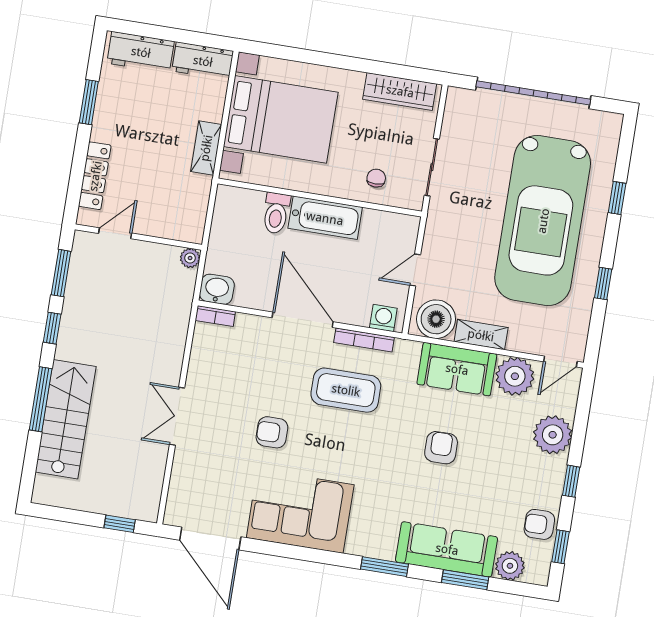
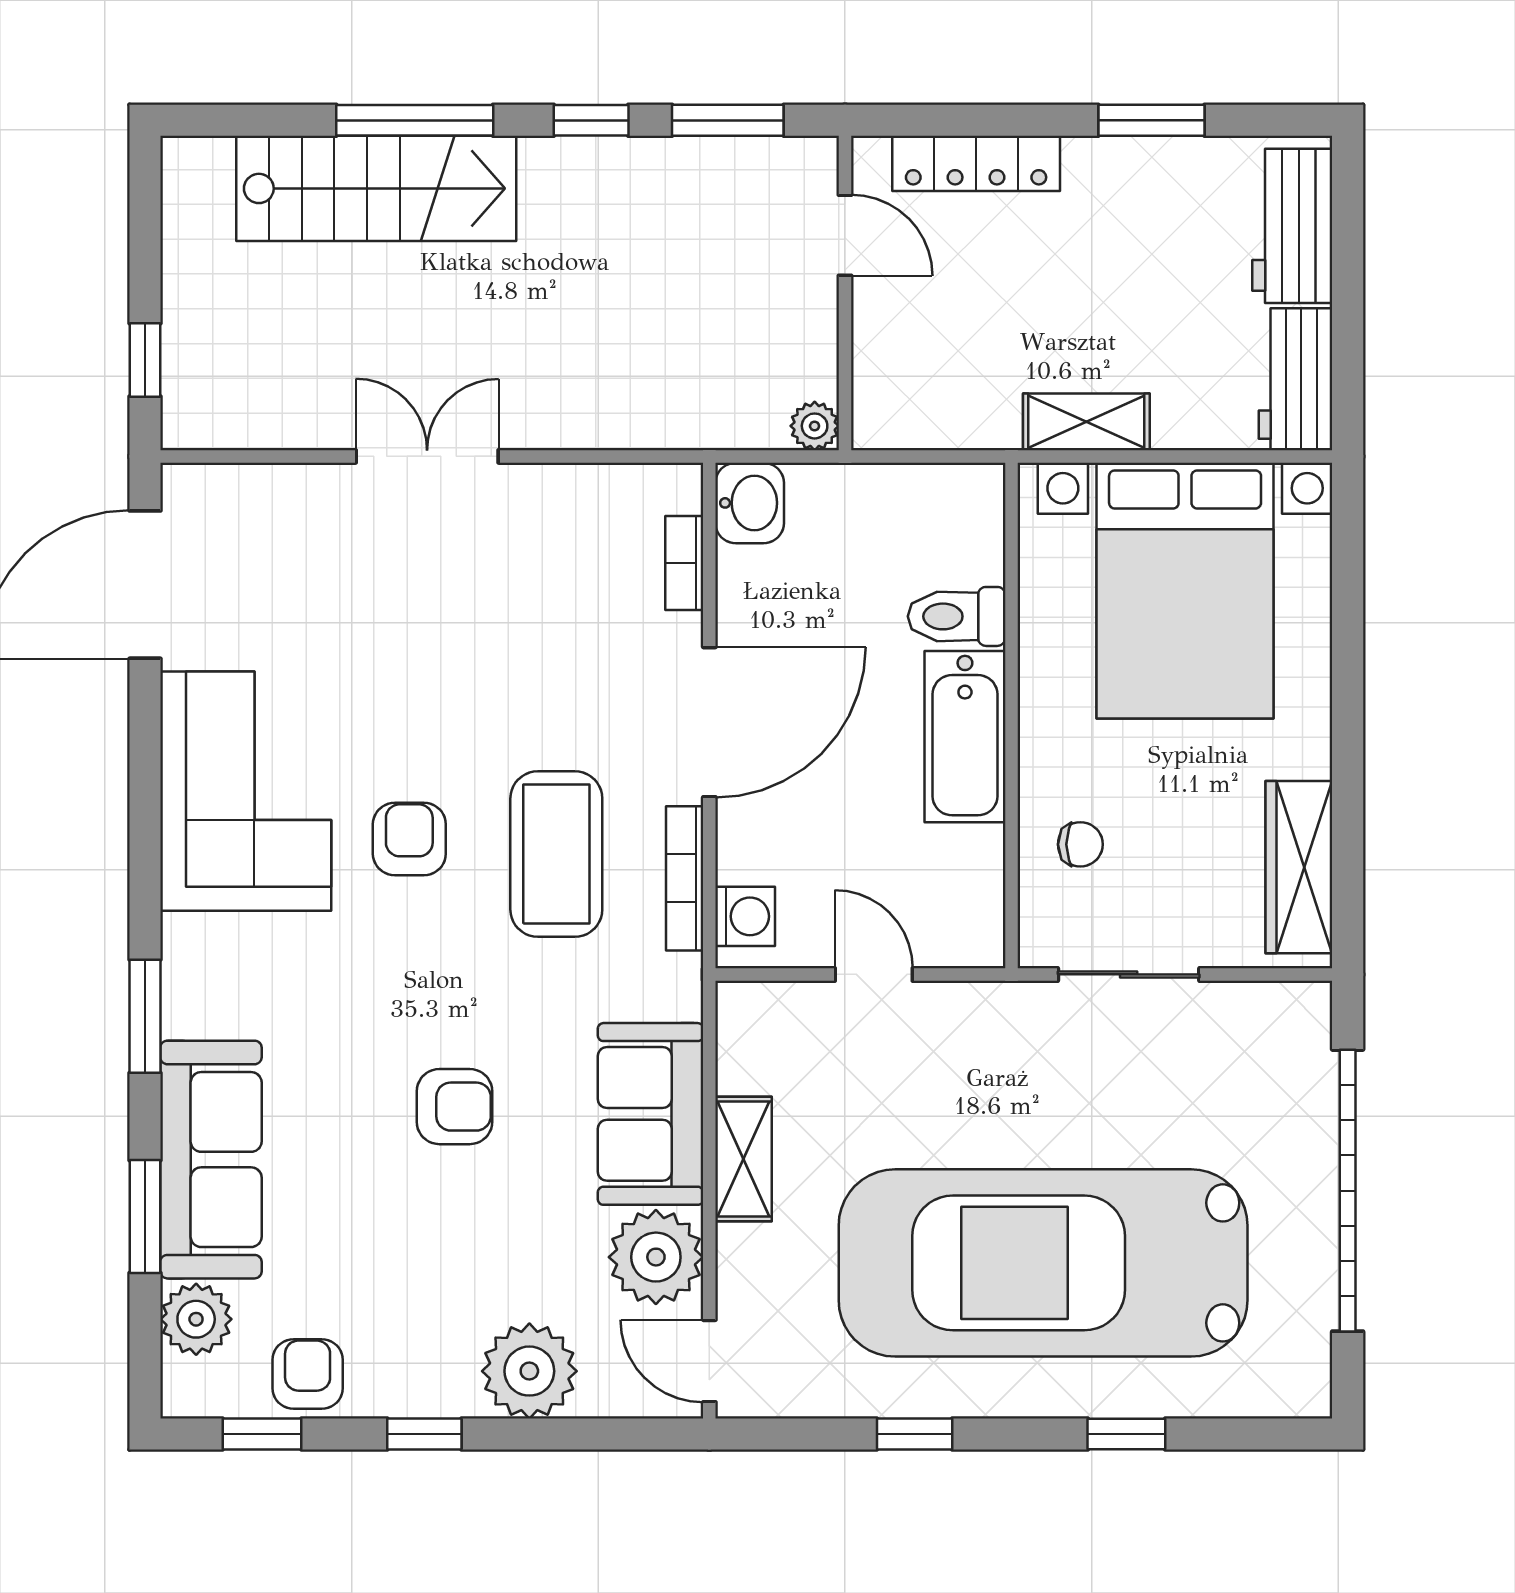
bookcase: (215, 316) -> (684, 563), moved
boiler: (436, 319) -> (763, 1044), removed
armchair: (272, 432) -> (409, 839), moved

